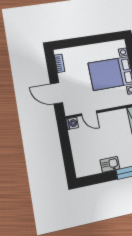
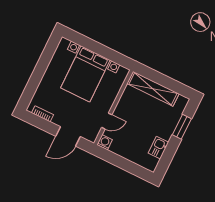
kitchen sink: (110, 164) -> (158, 148), moved

